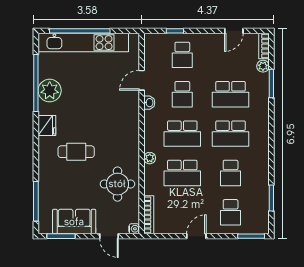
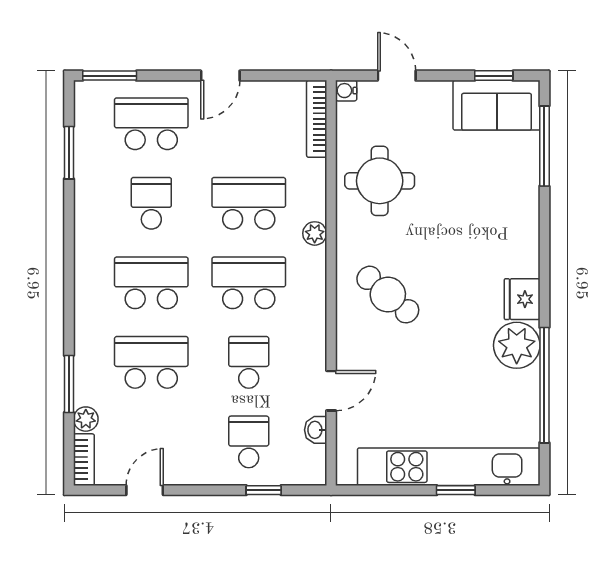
window: (80, 31) -> (456, 490), width x0.32
plant: (50, 91) -> (517, 345), moved
washbasin: (149, 103) -> (316, 430), moved
cafe table: (76, 152) -> (388, 295), moved, turned 41
school desk: (231, 212) -> (151, 124), width x1.85
sofa: (74, 222) -> (497, 105), moved
window: (61, 236) -> (494, 76), width x0.67

